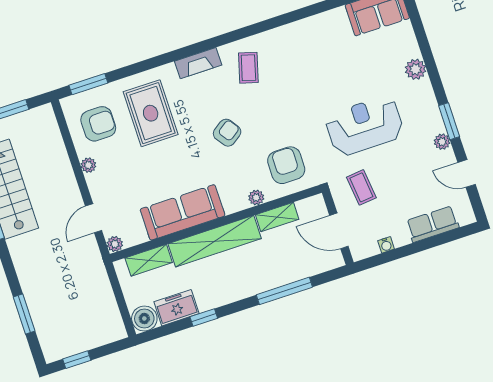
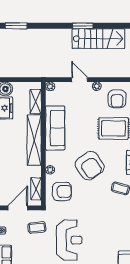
armchair: (227, 133) -> (90, 166), width x1.88, depth x1.88
shelving: (277, 217) -> (36, 189), moved
door: (94, 218) -> (80, 80), moved
window: (24, 314) -> (16, 26), moved

